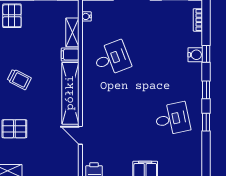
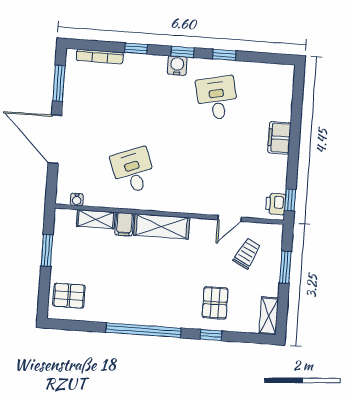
bookcase: (198, 20) -> (100, 57), width x1.56
water cooler: (195, 55) -> (177, 66), moved
trolley: (19, 79) -> (247, 254), moved
shelving: (70, 93) -> (162, 226), width x0.68

